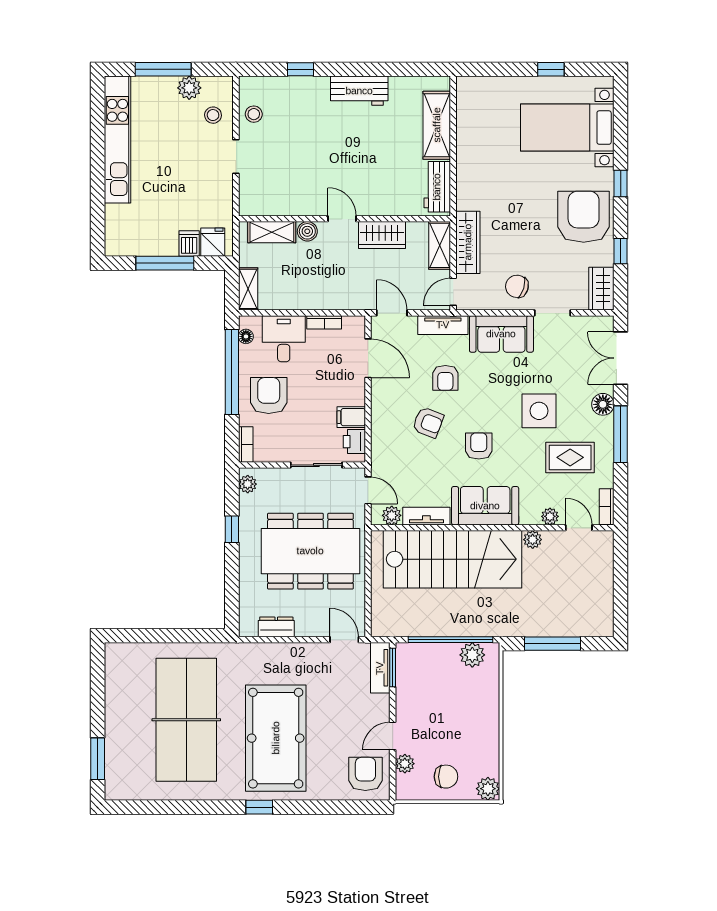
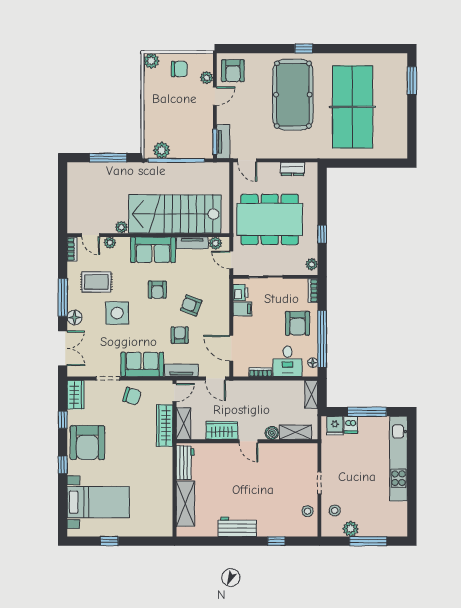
kitchen unit: (117, 140) -> (399, 459), moved
chair: (446, 777) -> (179, 69), turned 180

